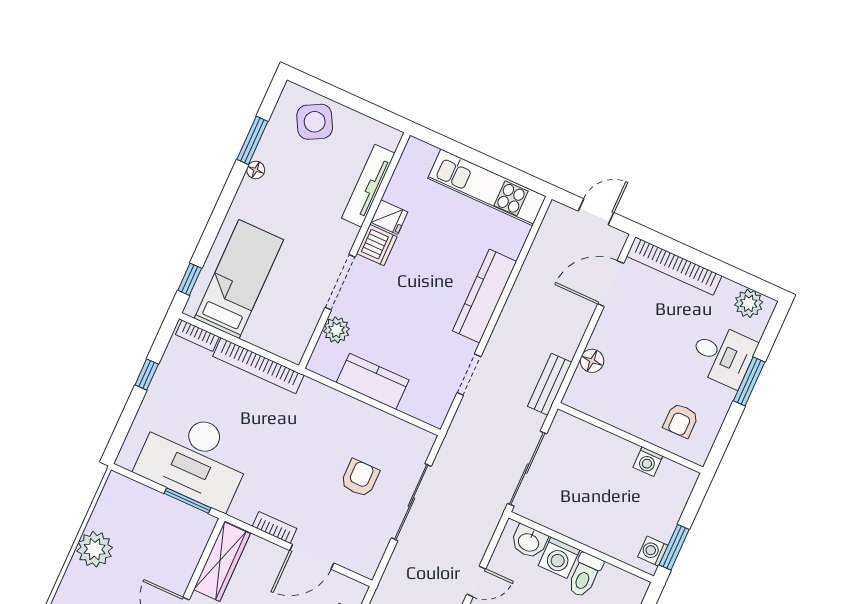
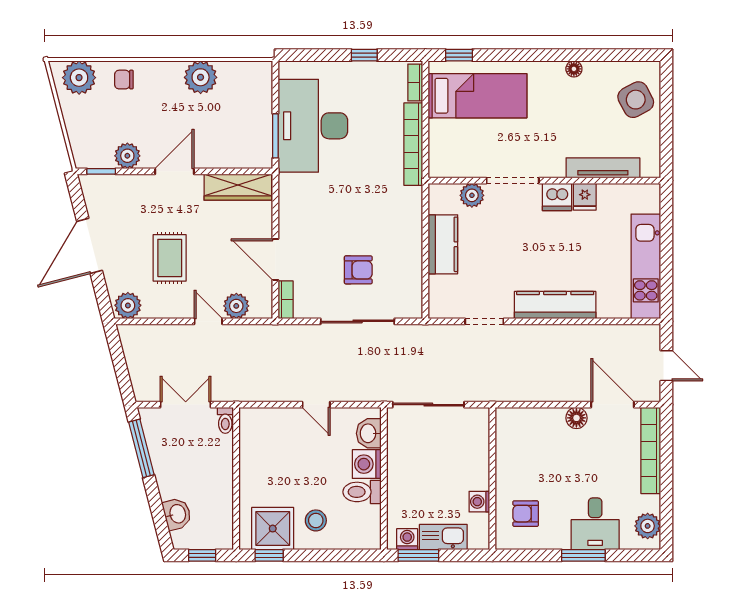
window: (252, 140) -> (597, 55), removed
floor lamp: (592, 361) -> (576, 418), moved
bench: (550, 384) -> (507, 392), removed
kitchen sink: (667, 514) -> (443, 537), added
bookcase: (274, 527) -> (286, 300), moved

